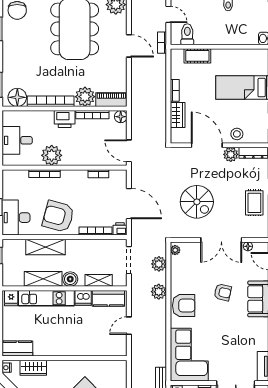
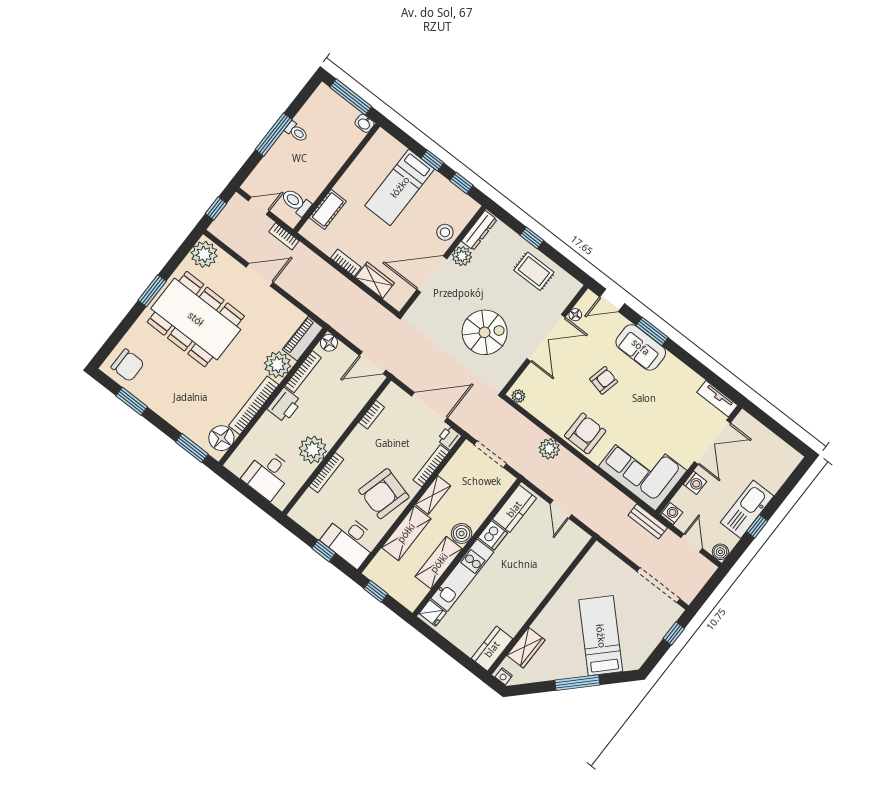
plant: (159, 264) -> (520, 425), removed
shelving: (99, 280) -> (433, 495), moved

